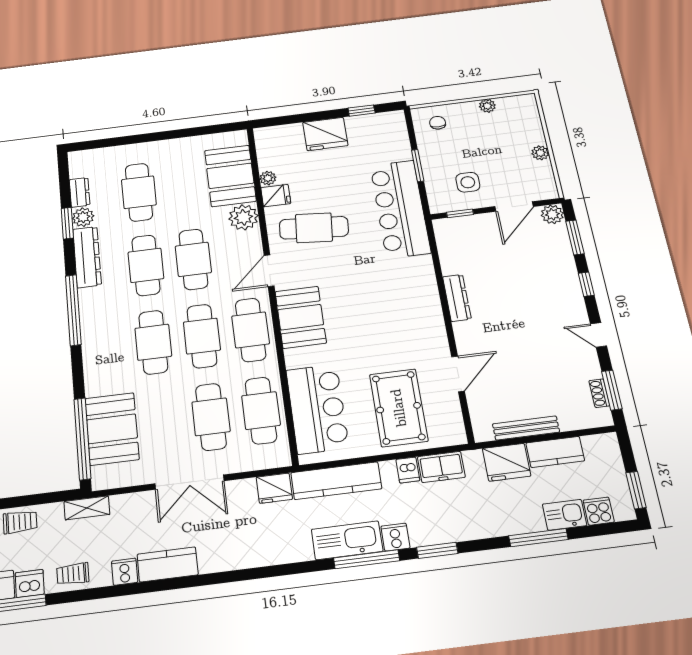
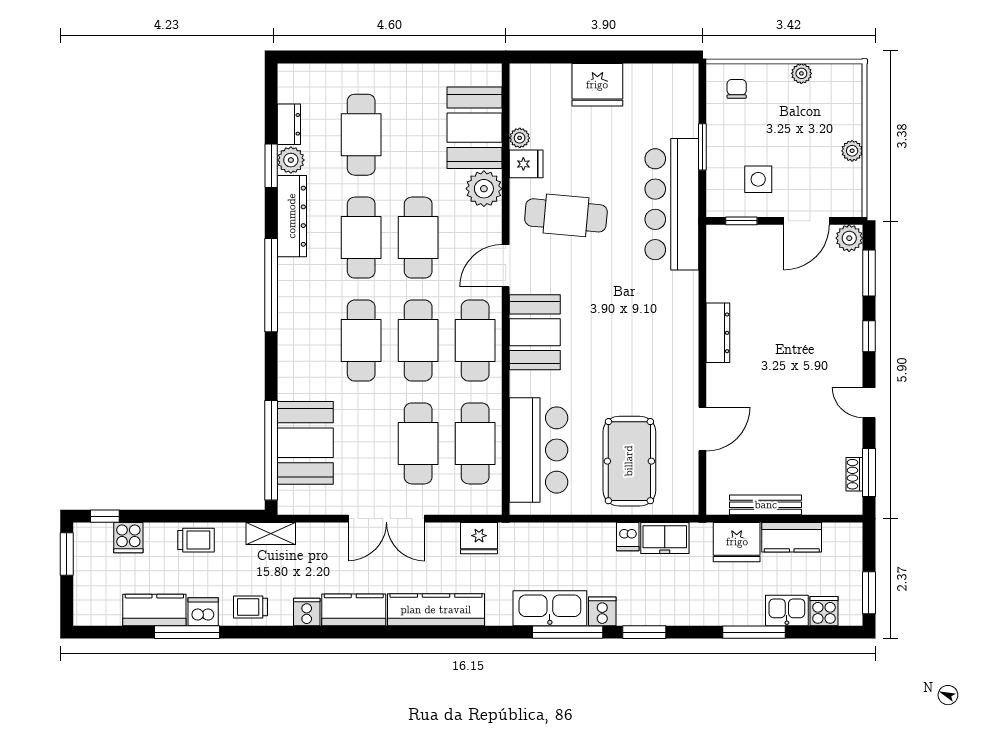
window: (362, 111) -> (647, 57), removed
kitchen counter: (336, 481) -> (436, 610), moved, turned 180

